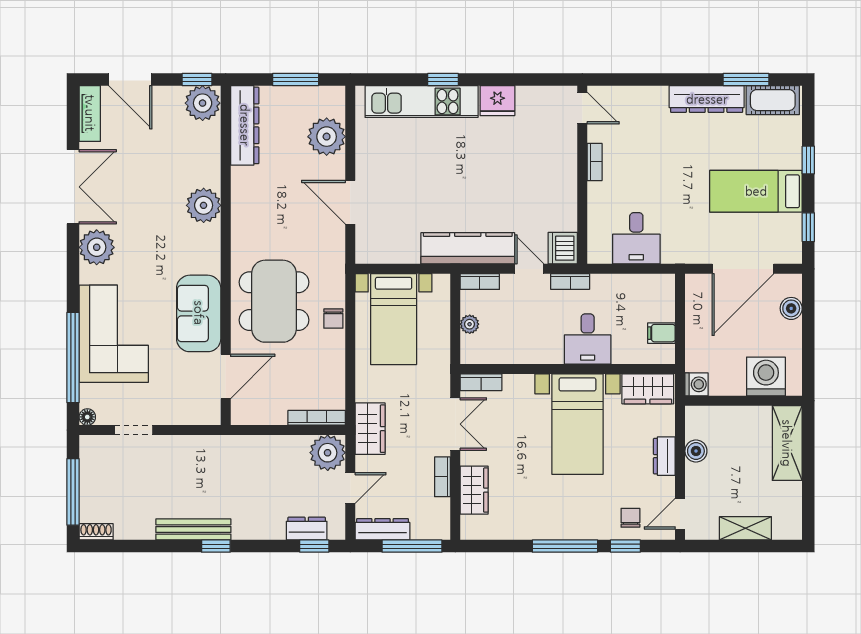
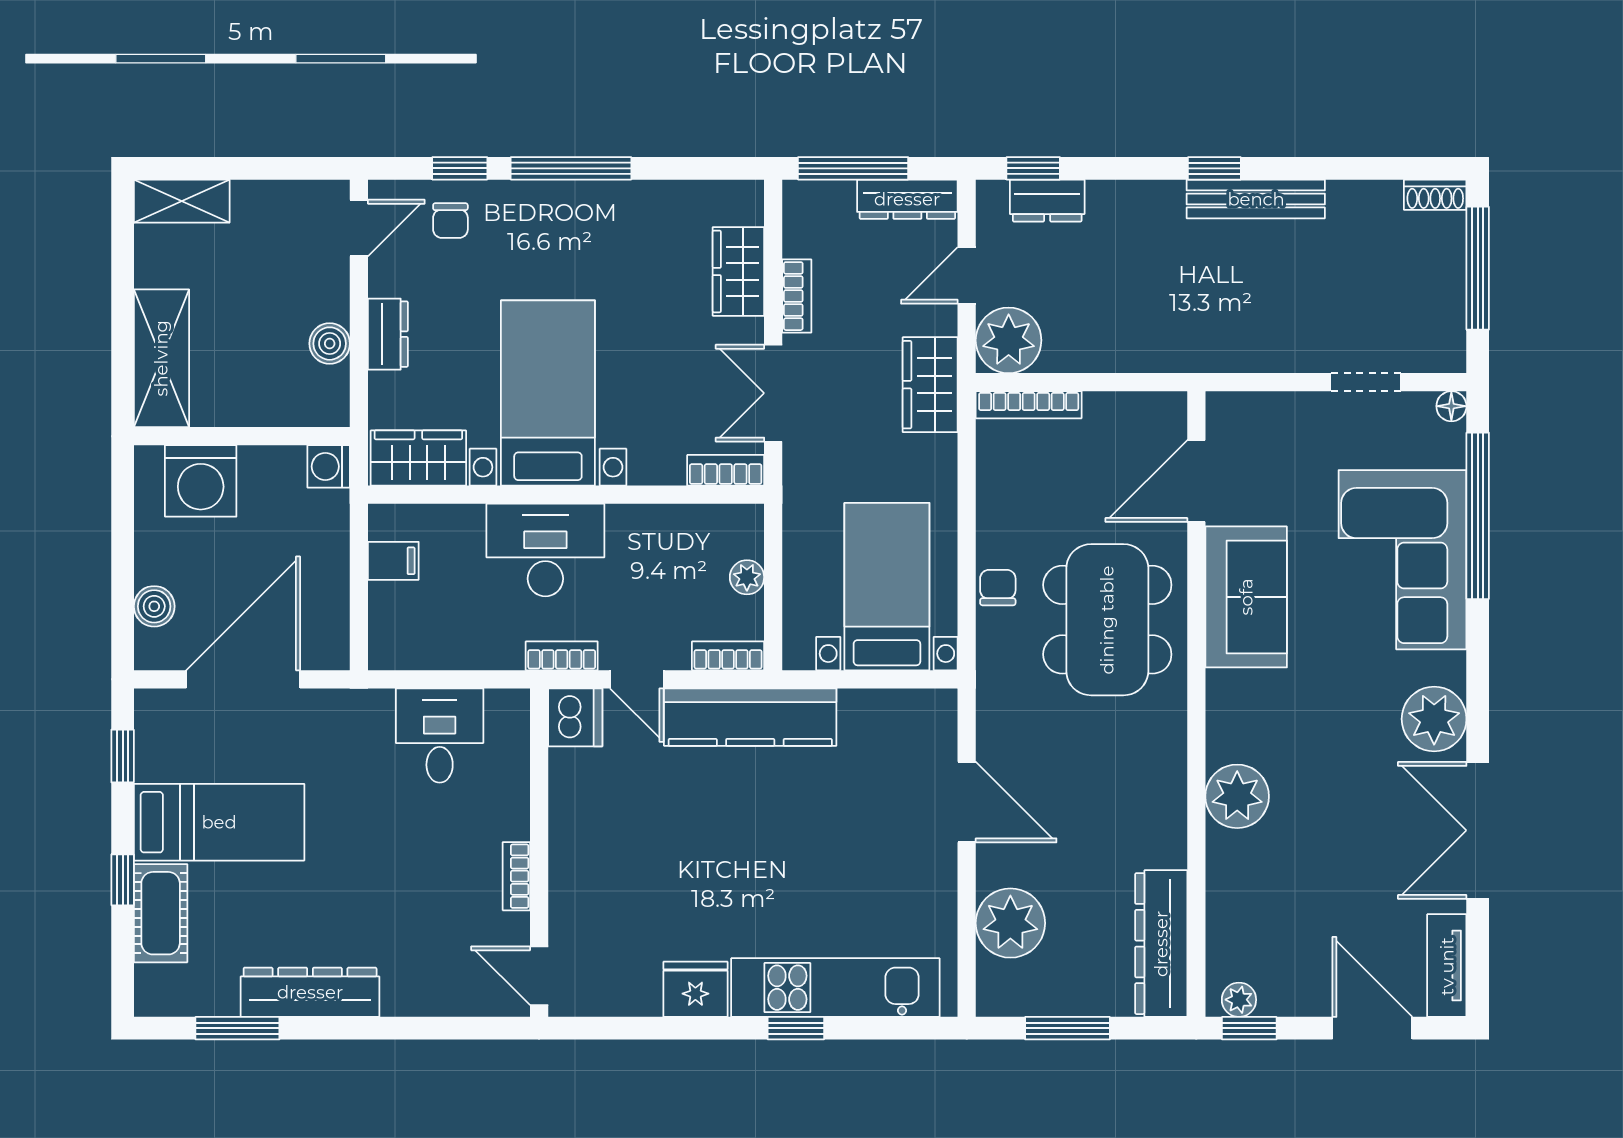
cot: (773, 100) -> (161, 913), moved, turned 90
plant: (203, 103) -> (1239, 1000), width x0.53, depth x0.53
desk: (588, 339) -> (545, 550), width x1.37
shelving: (745, 528) -> (182, 201), moved

